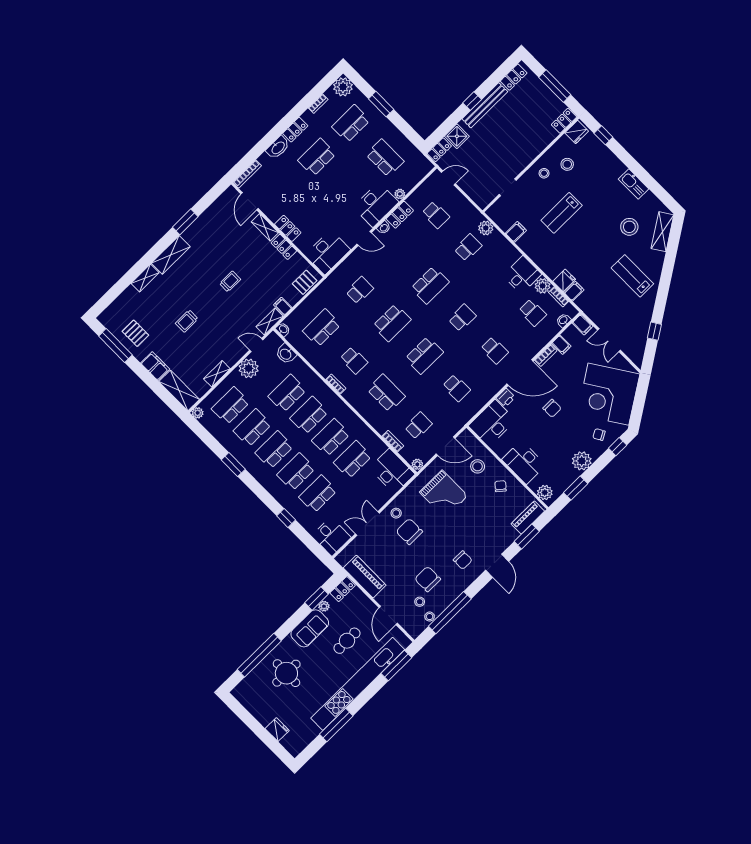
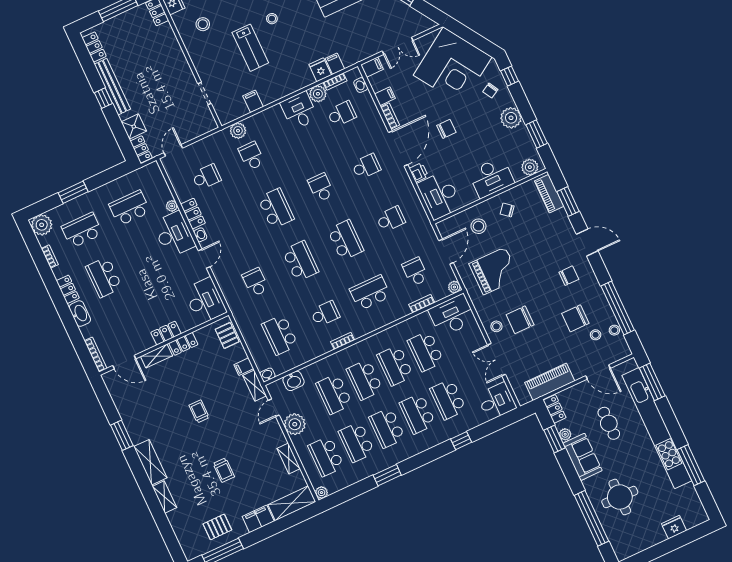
school desk: (351, 124) -> (82, 230), turned 90
stool: (544, 173) -> (272, 19), moved

